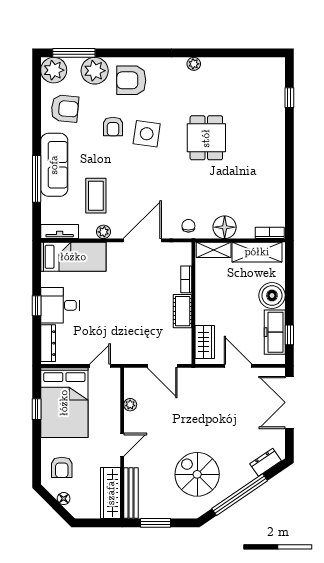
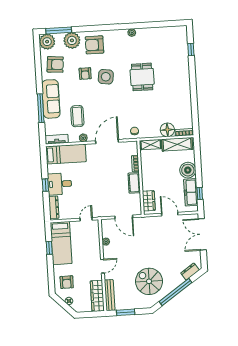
floor lamp: (225, 227) -> (167, 130), moved
bed: (64, 403) -> (61, 243), width x0.67

